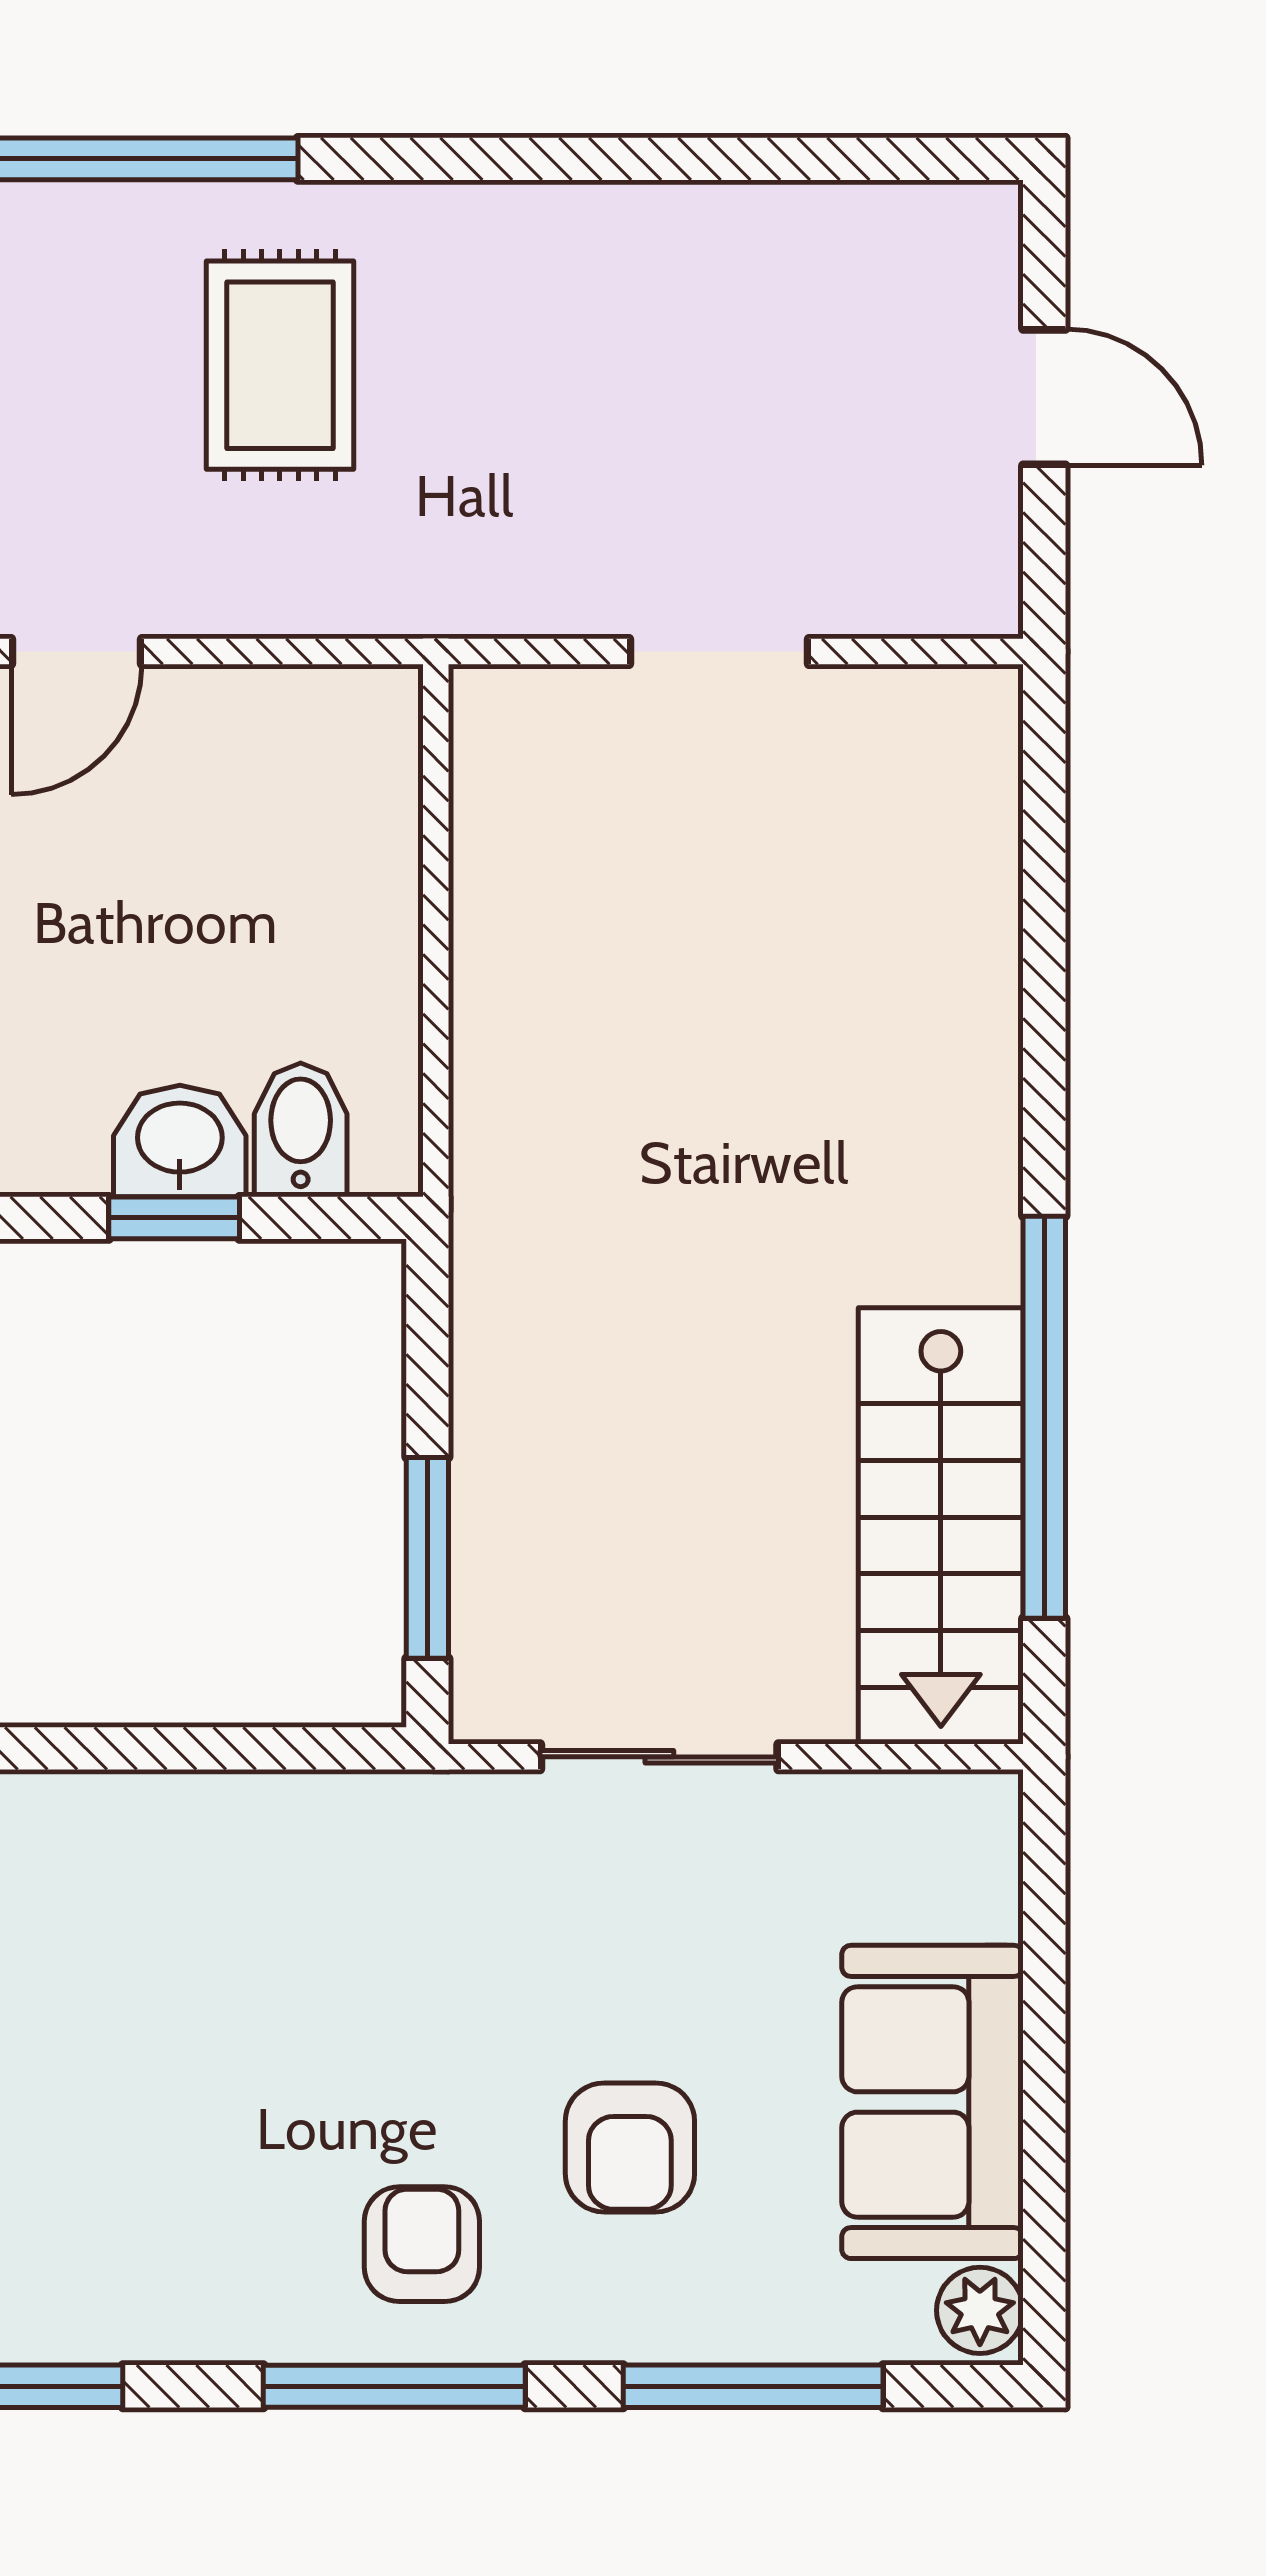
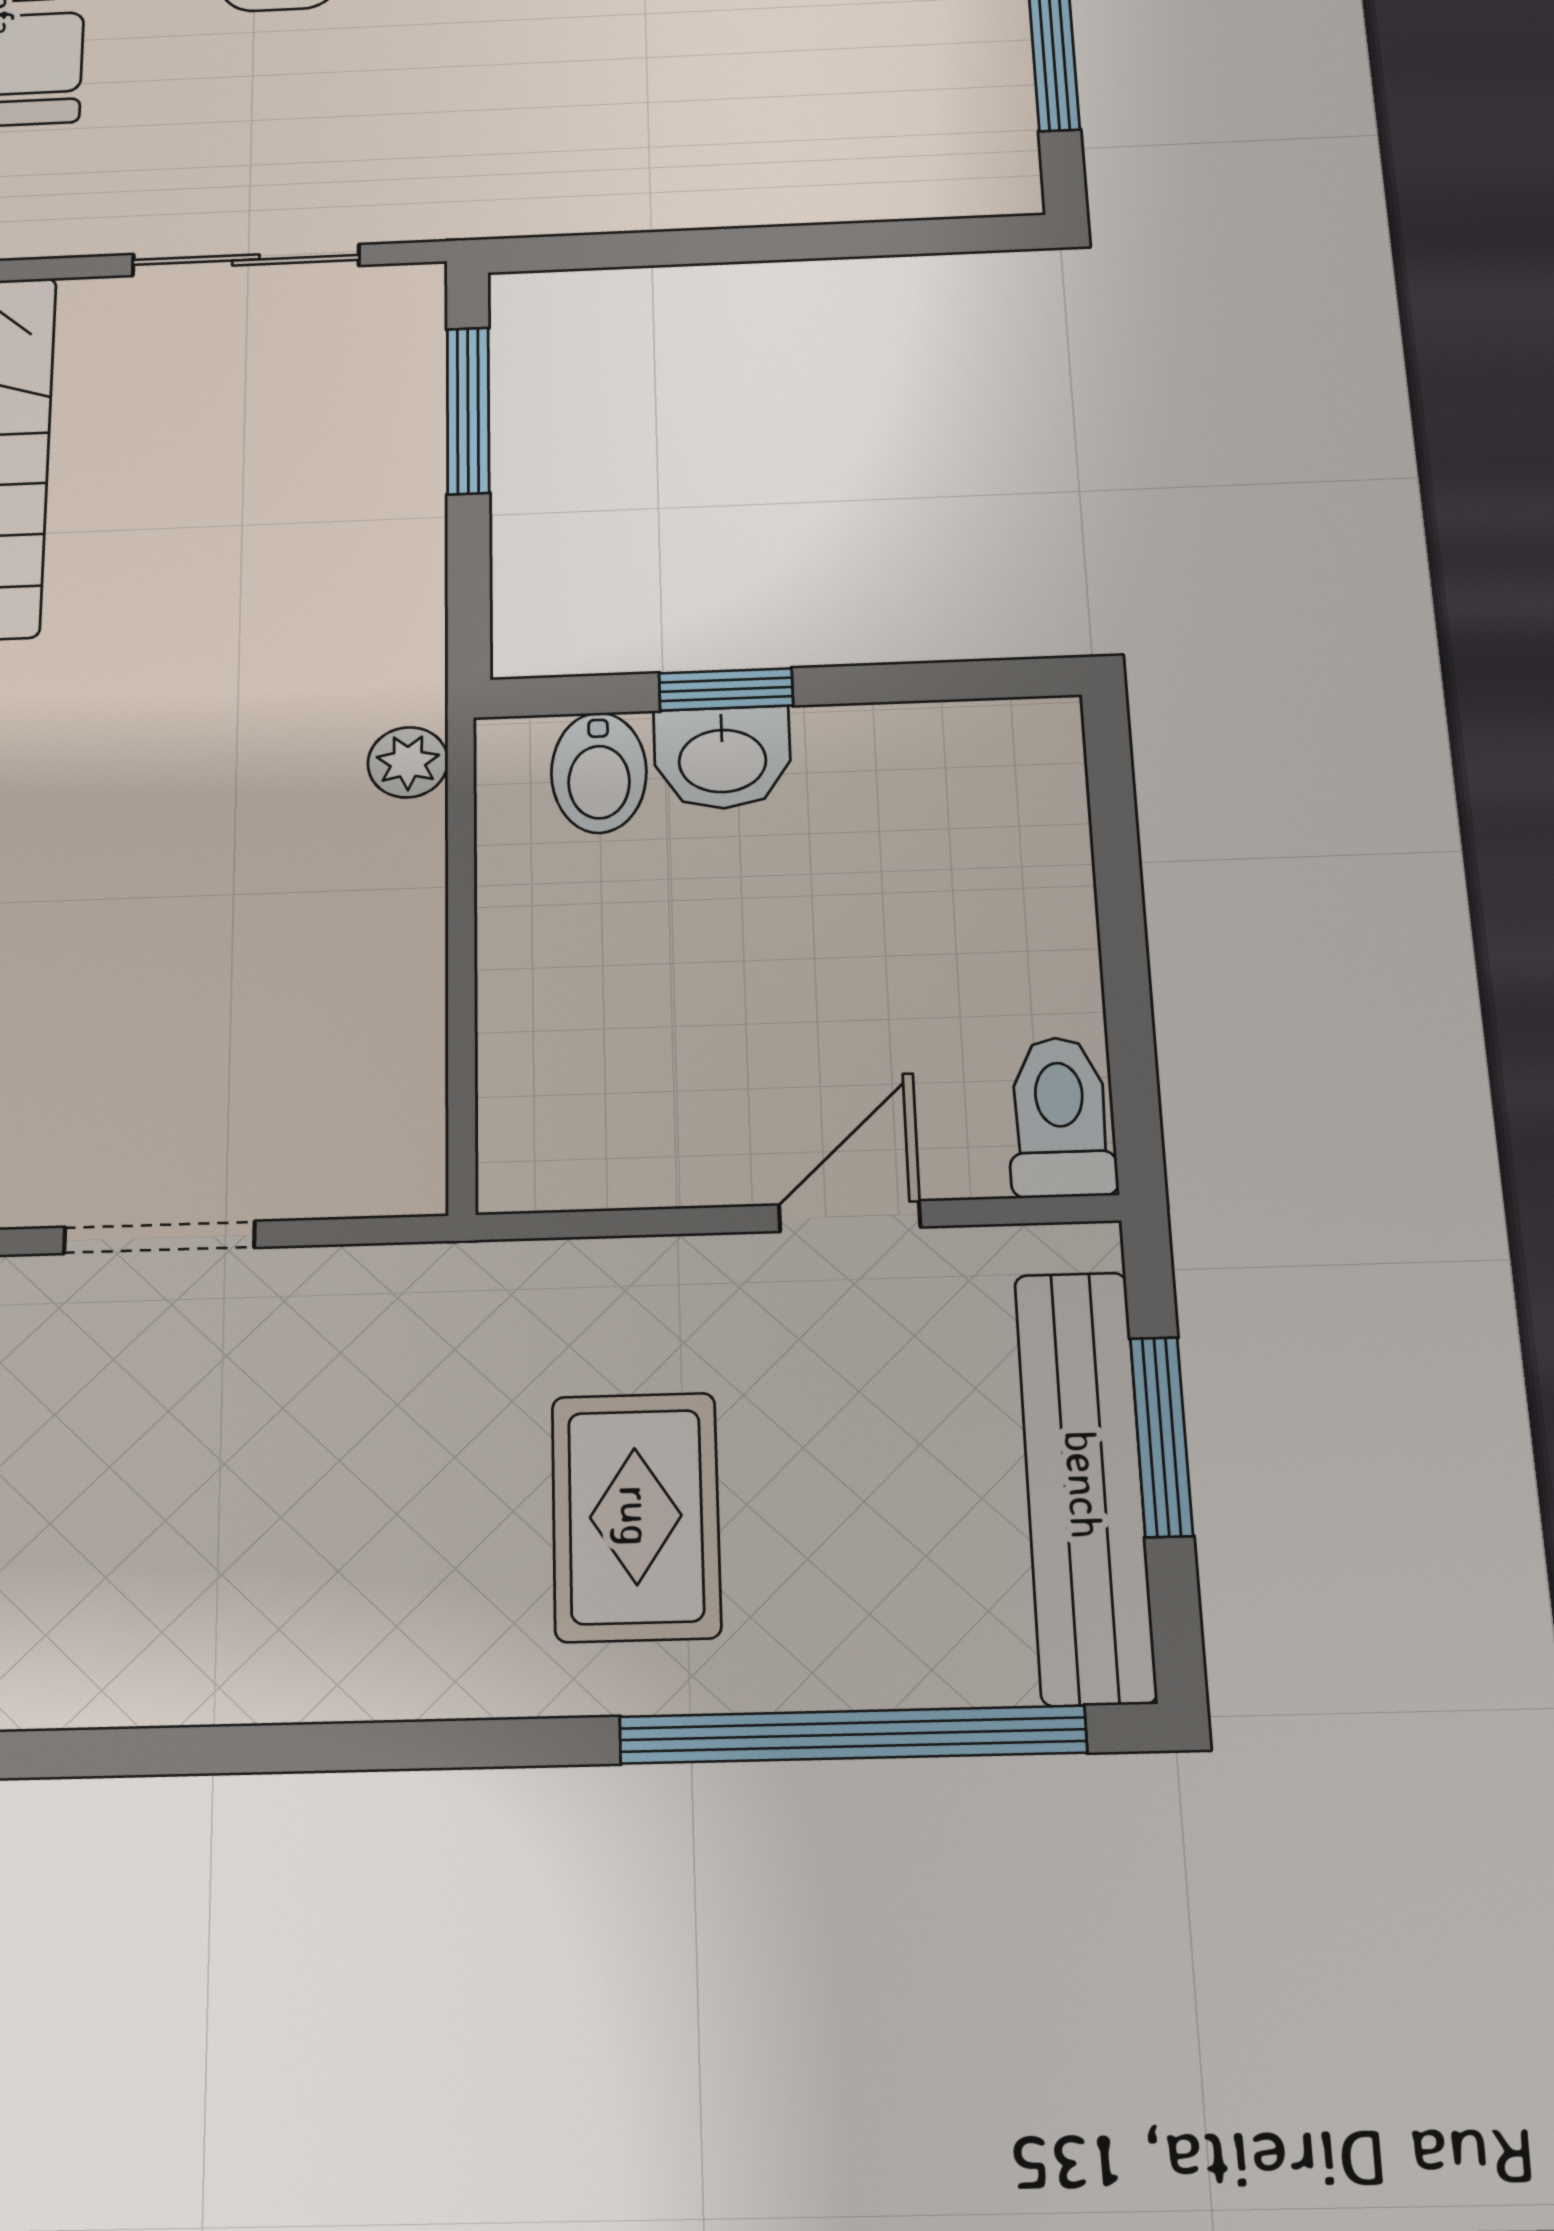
plant: (488, 1149) -> (408, 762), added

